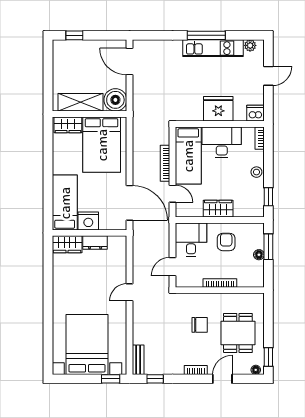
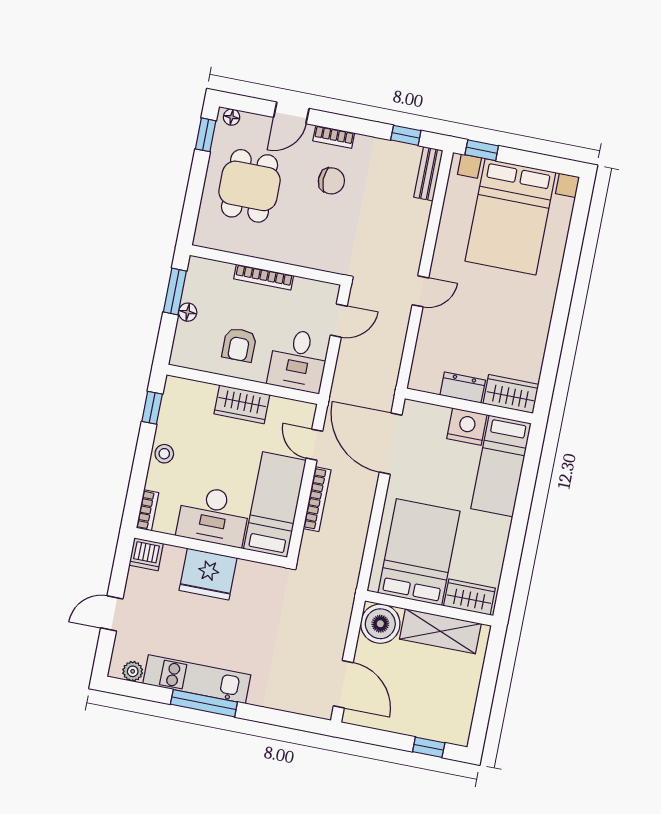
window: (268, 247) -> (175, 291), moved
chair: (200, 325) -> (331, 181), moved, turned 180

